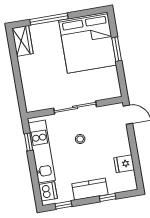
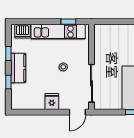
sliding door: (75, 107) -> (91, 83), moved
fridge: (124, 164) -> (52, 102), moved
window: (63, 205) -> (8, 53), moved

